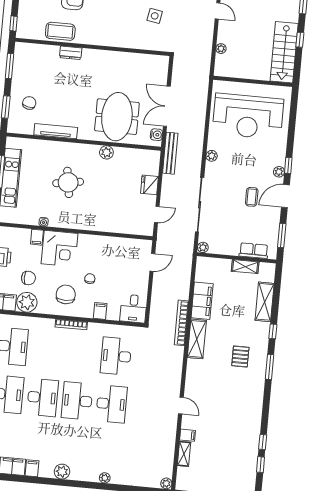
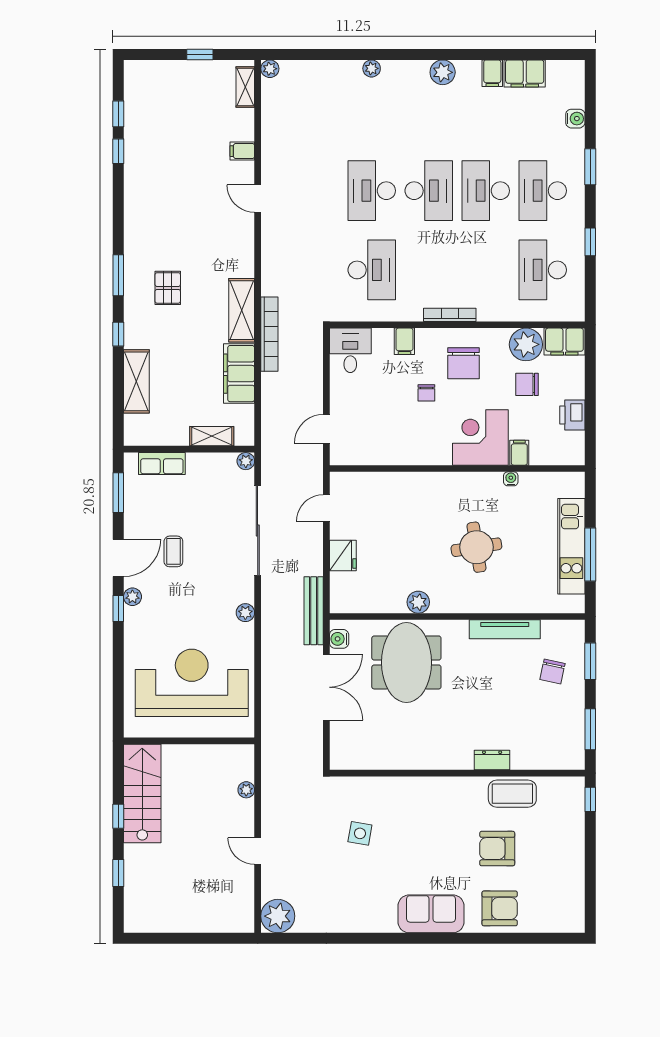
shelving: (245, 267) -> (212, 436), moved
shelving: (184, 454) -> (245, 87), moved

